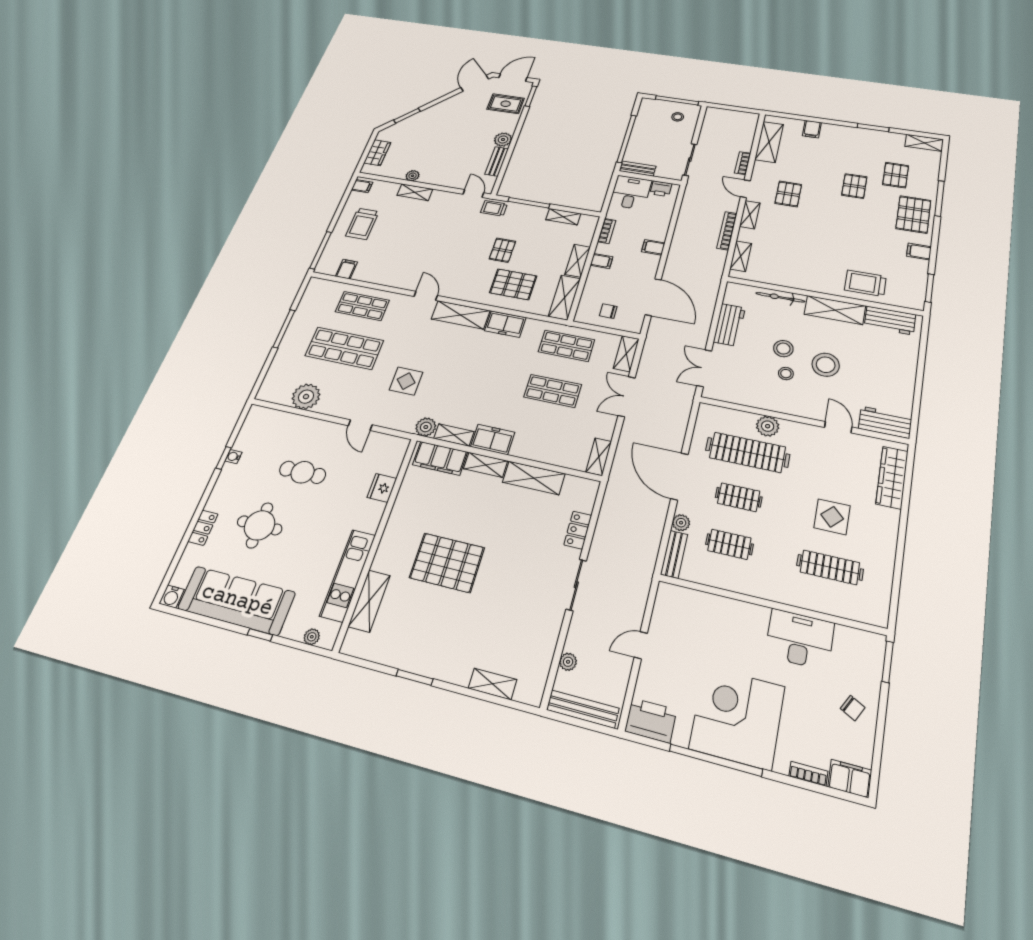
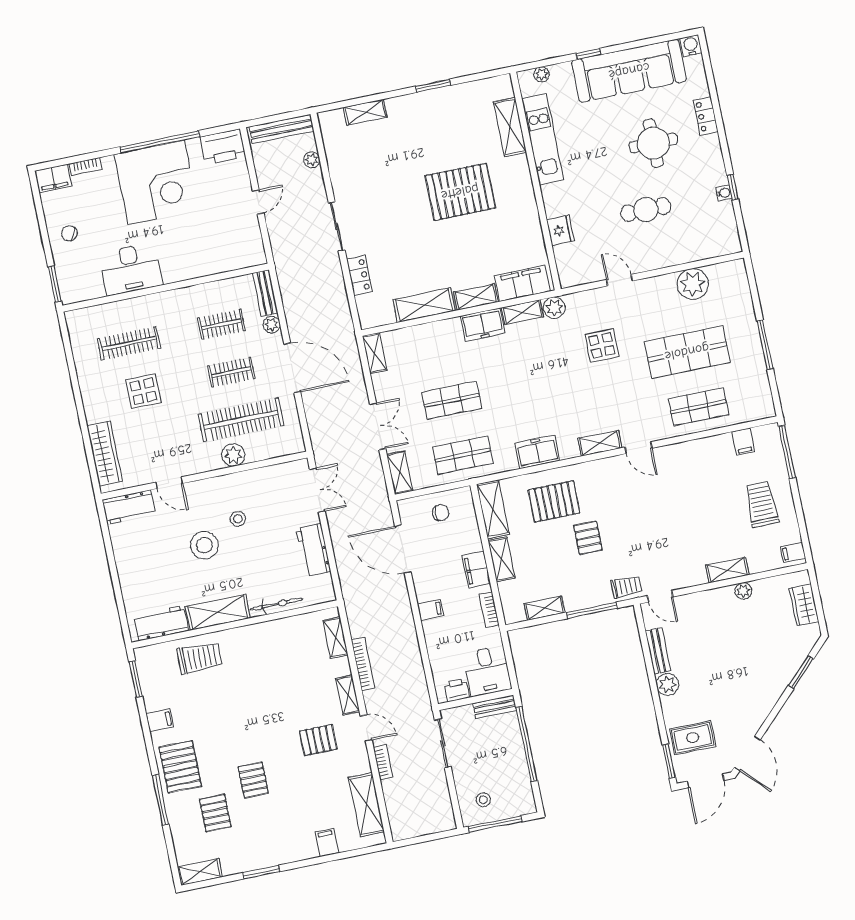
pallet: (788, 194) -> (318, 740), turned 90
filing cabinet: (601, 261) -> (476, 570), width x2.00
shelving: (461, 315) -> (600, 443), width x0.67, depth x0.75
stool: (783, 349) -> (251, 546), removed

